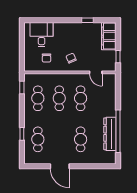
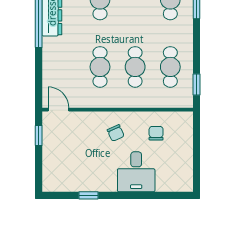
desk: (42, 34) -> (136, 172), moved
filing cabinet: (109, 36) -> (54, 169), removed
door: (96, 72) -> (58, 110), moved

